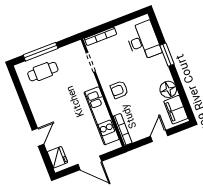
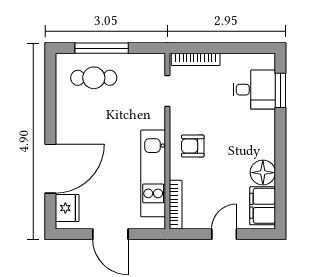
desk: (143, 41) -> (254, 90), width x0.73
window: (167, 55) -> (280, 90), moved
door: (38, 137) -> (50, 169), width x1.88

